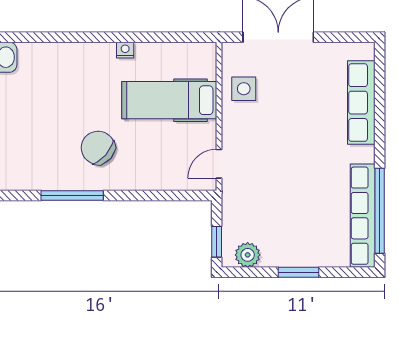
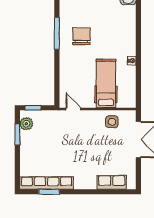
row of seats: (361, 103) -> (112, 182), width x0.68
chair: (98, 148) -> (81, 36), moved, turned -41
window: (380, 211) -> (49, 192), width x0.47
window: (298, 272) -> (17, 135), moved

